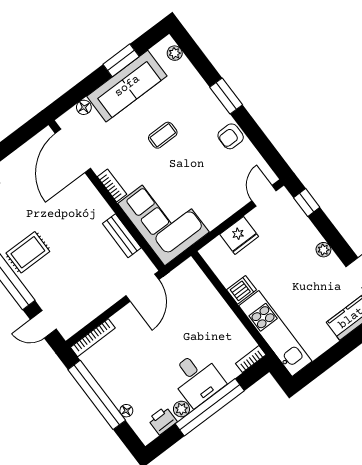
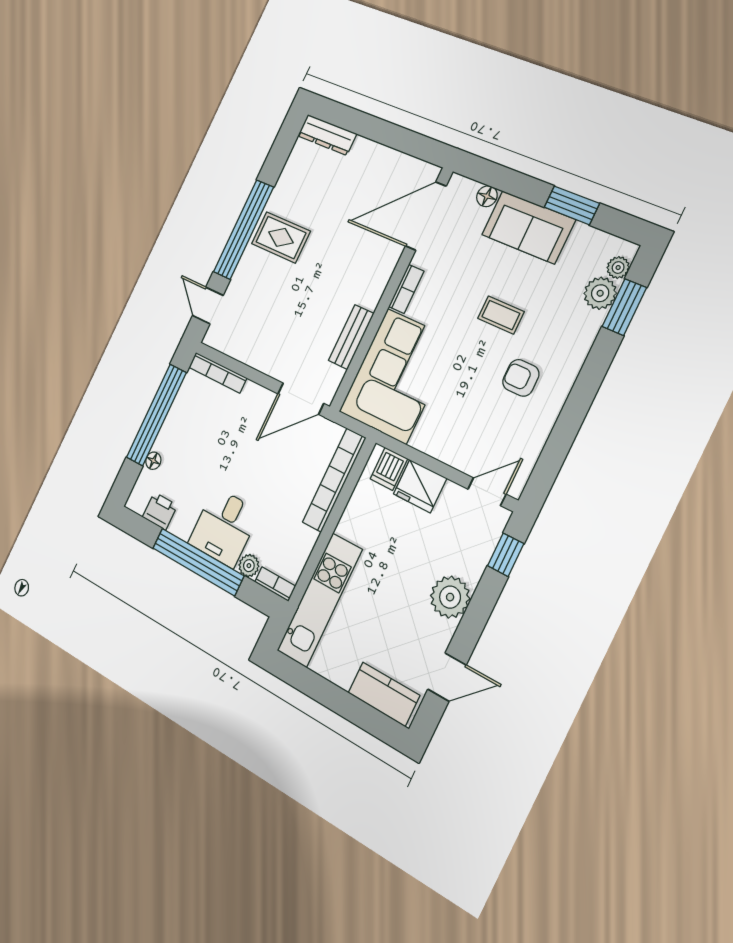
plant: (184, 71) -> (600, 293), added
sofa: (127, 86) -> (528, 227), width x0.73
window: (226, 96) -> (624, 307), moved
armchair: (231, 136) -> (521, 378), moved
plant: (323, 250) -> (450, 597), width x1.88, depth x1.88
bookcase: (206, 289) -> (334, 480), added
dishwasher: (242, 290) -> (389, 469), moved, turned 90
plant: (181, 409) -> (249, 566), moved

